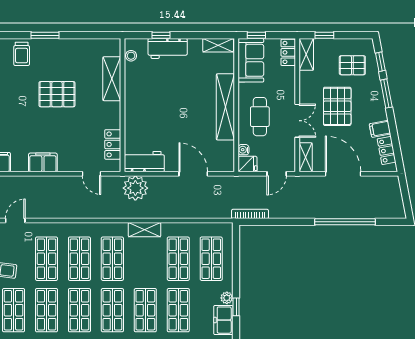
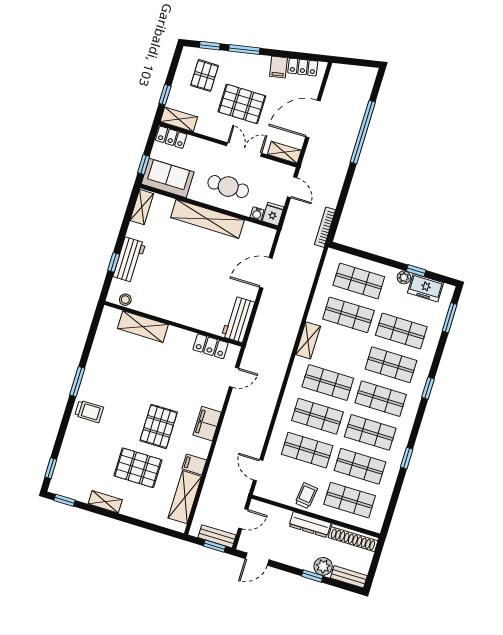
pallet: (57, 94) -> (159, 426), moved
plant: (135, 188) -> (262, 337), removed

